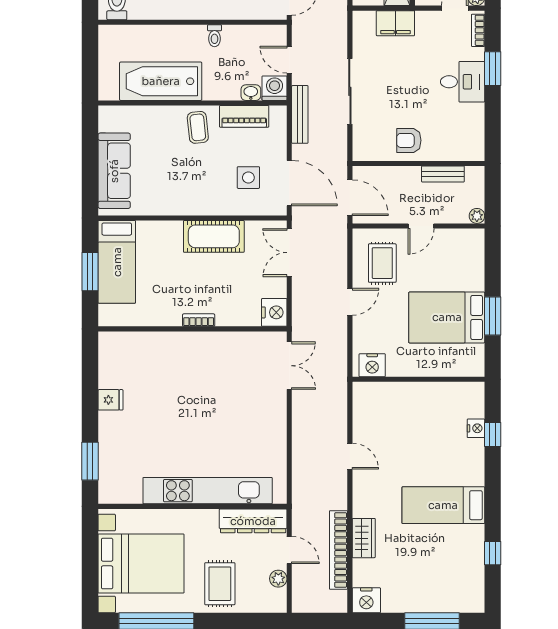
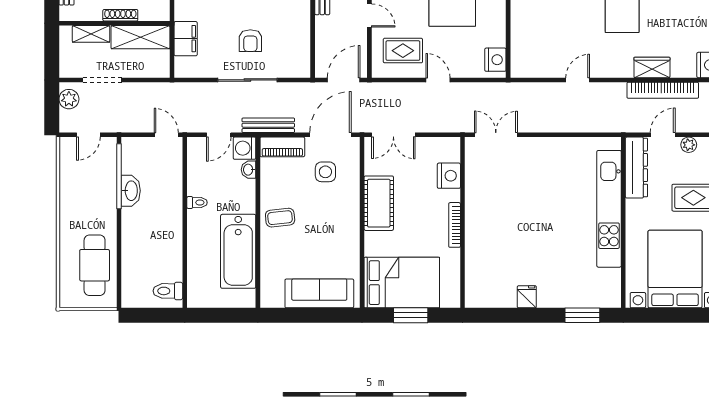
piano: (244, 116) -> (282, 147), moved, turned 90
armchair: (409, 140) -> (250, 41), moved
bed: (117, 262) -> (402, 283), width x1.50
nightstand: (274, 312) -> (449, 176), moved, turned 90
bookcase: (199, 320) -> (455, 225), width x1.56

